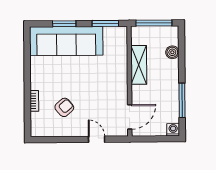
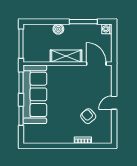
sofa: (66, 41) -> (35, 94), moved
boiler: (172, 52) -> (58, 29), moved
shelving: (139, 65) -> (66, 56), moved
door: (97, 139) -> (114, 103), moved

